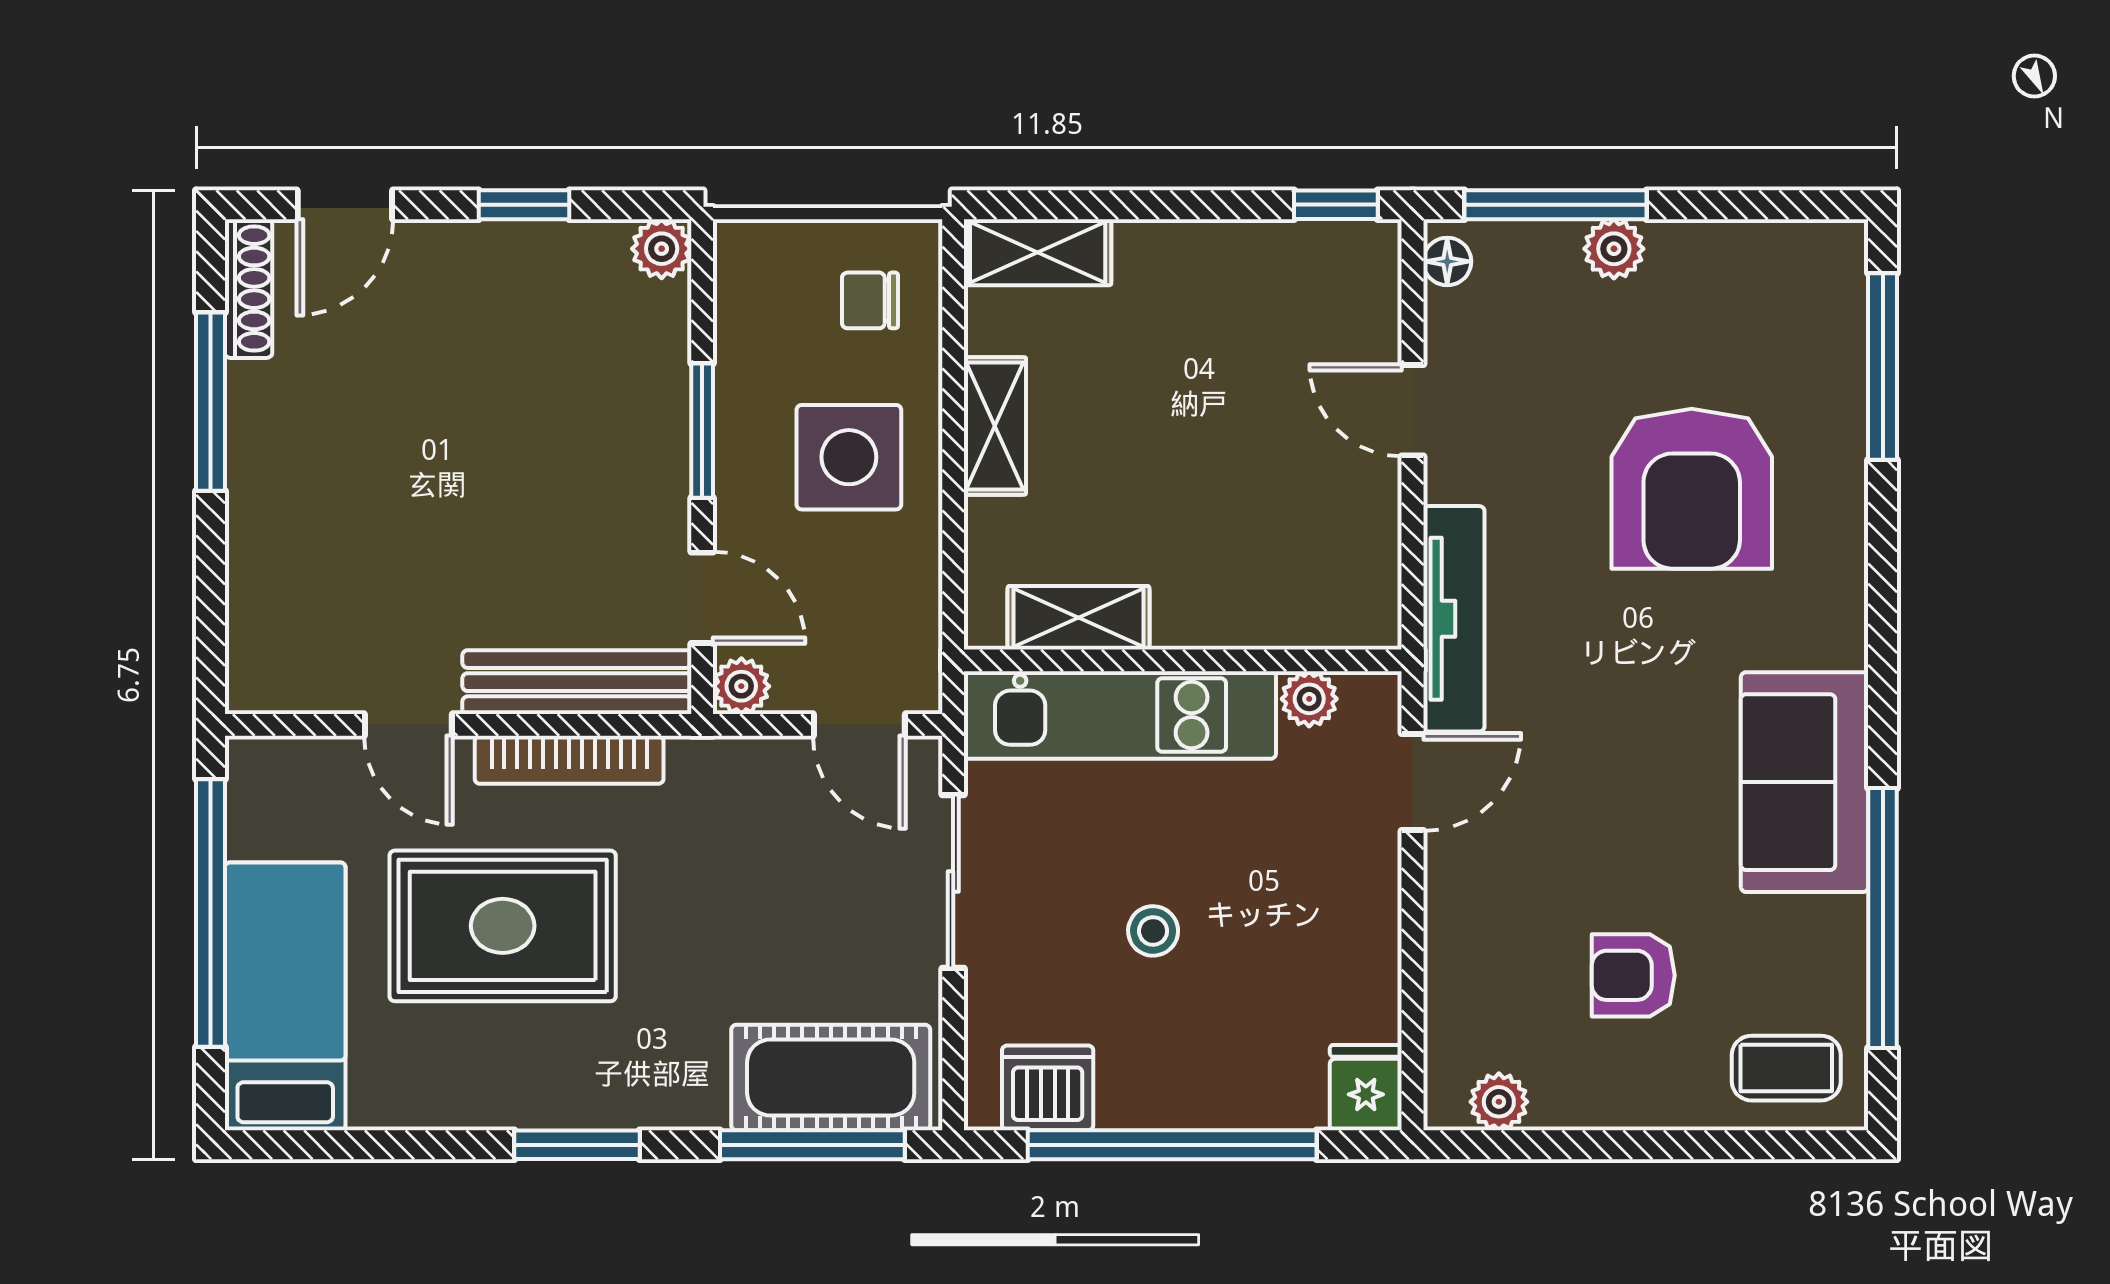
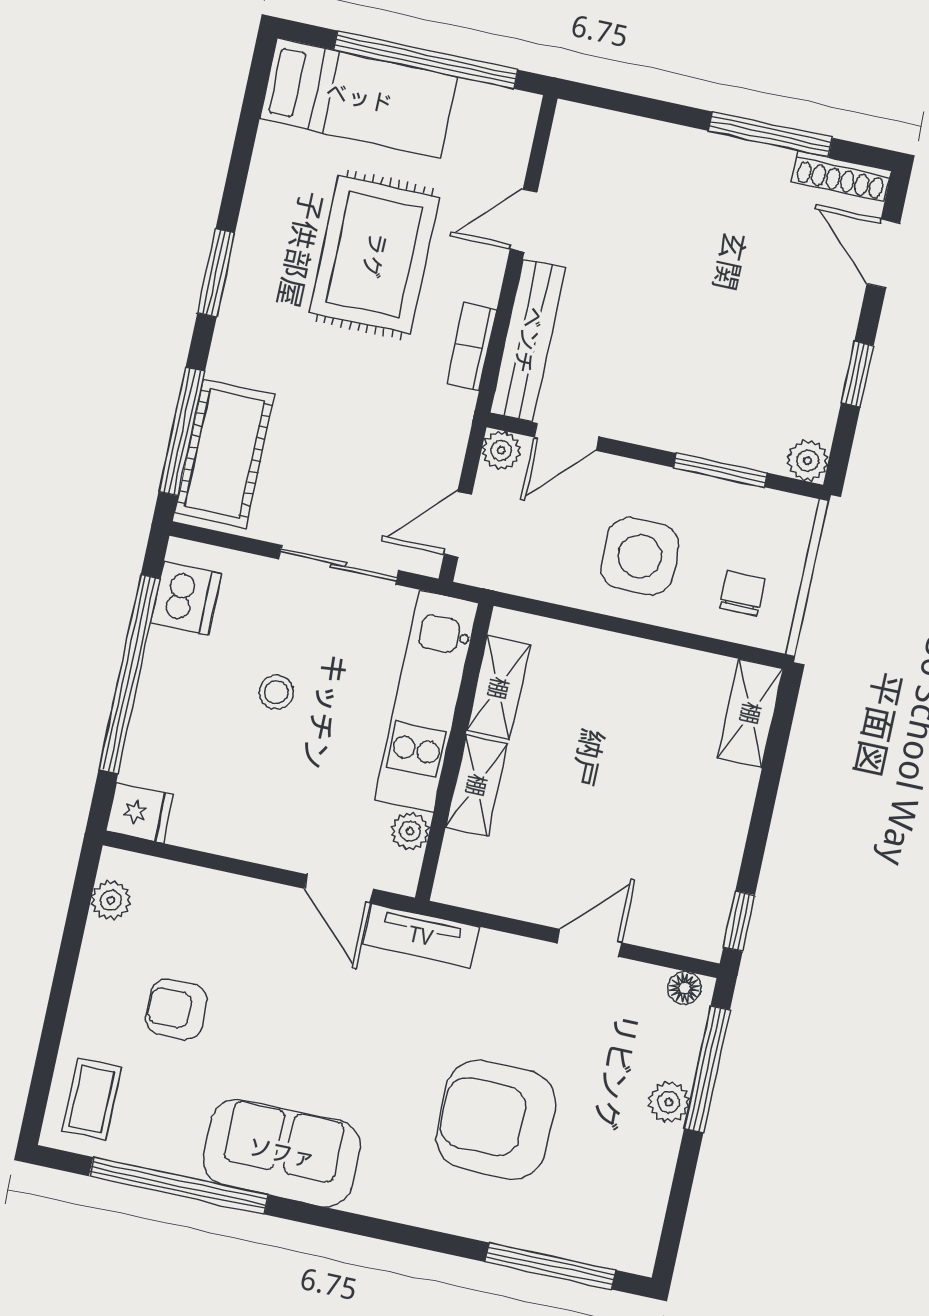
shelving: (995, 426) -> (476, 785), moved, turned 90
window: (702, 431) -> (720, 470), moved
tv unit: (1454, 619) -> (421, 936), width x0.71
bookcase: (569, 760) -> (472, 347), width x0.64
armchair: (1633, 975) -> (176, 1009), turned -90

